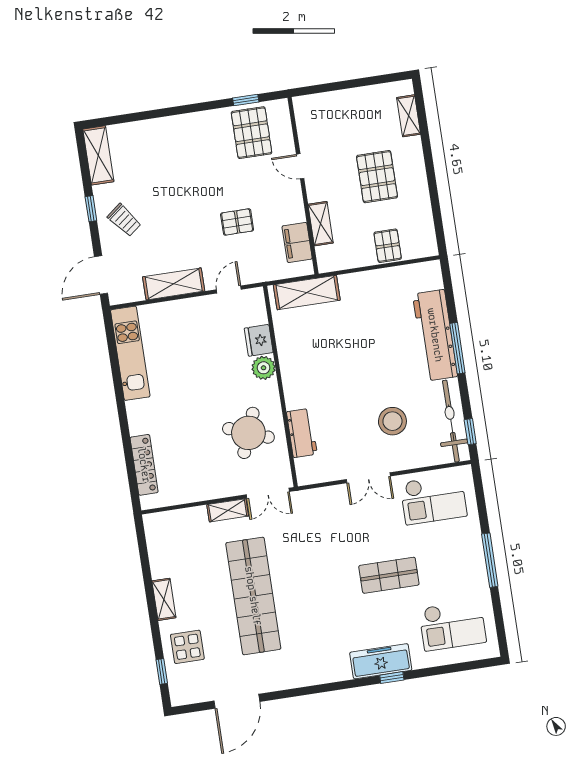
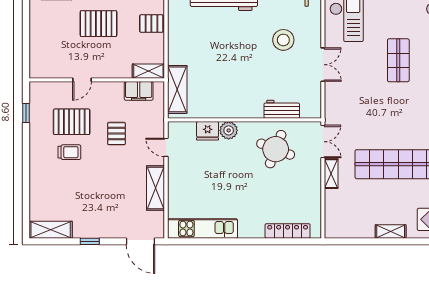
pallet: (252, 133) -> (72, 122), moved
trolley: (124, 220) -> (69, 152), moved, turned 38
shelving: (321, 224) -> (148, 71), moved

